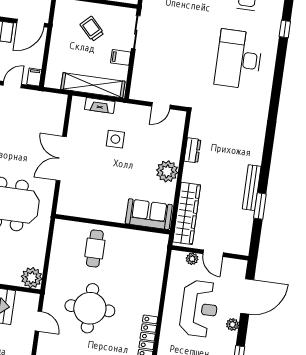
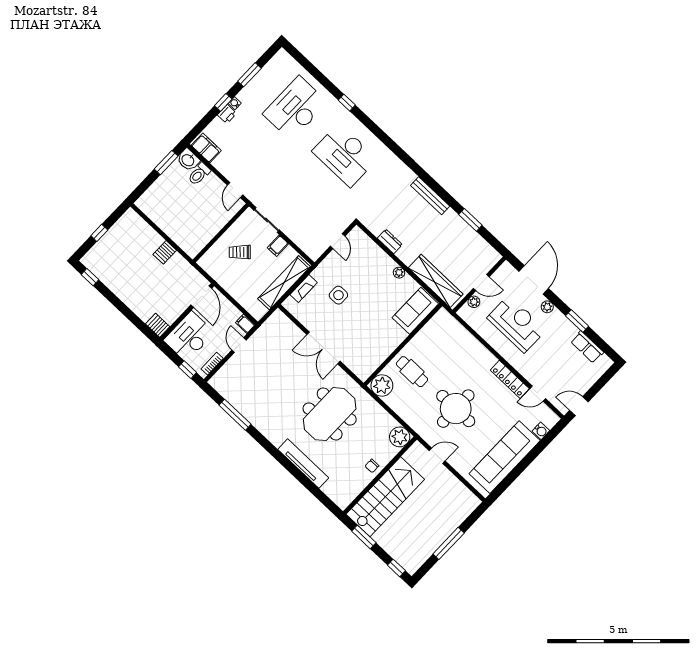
plant: (167, 171) -> (399, 273), width x0.53, depth x0.53
bench: (252, 188) -> (430, 196), moved
plant: (65, 231) -> (382, 385), added

